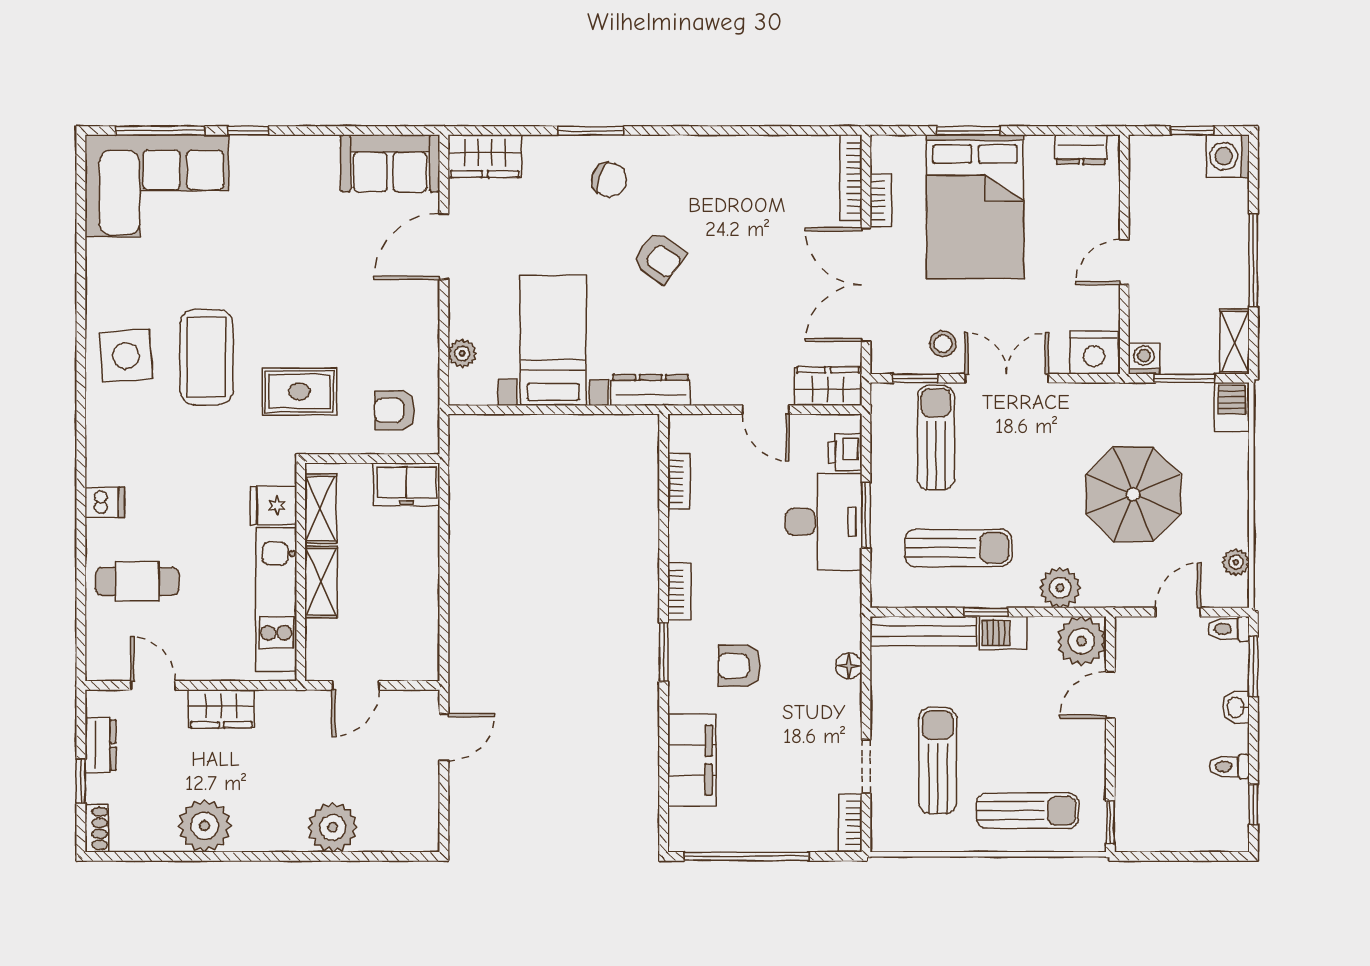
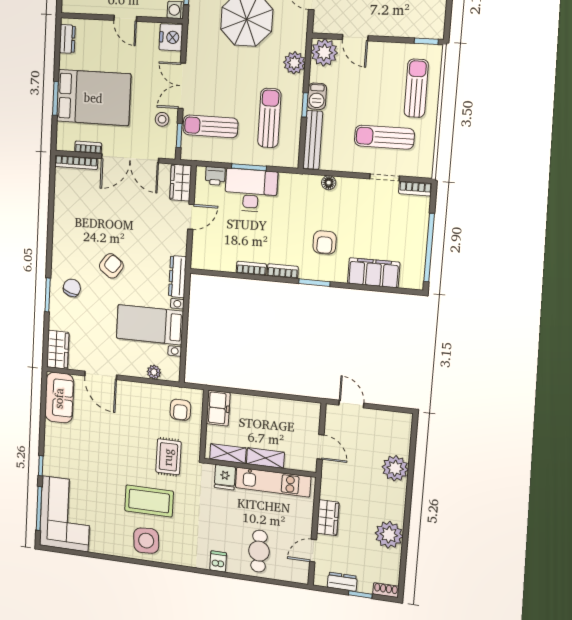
bookcase: (679, 481) -> (251, 268), moved

